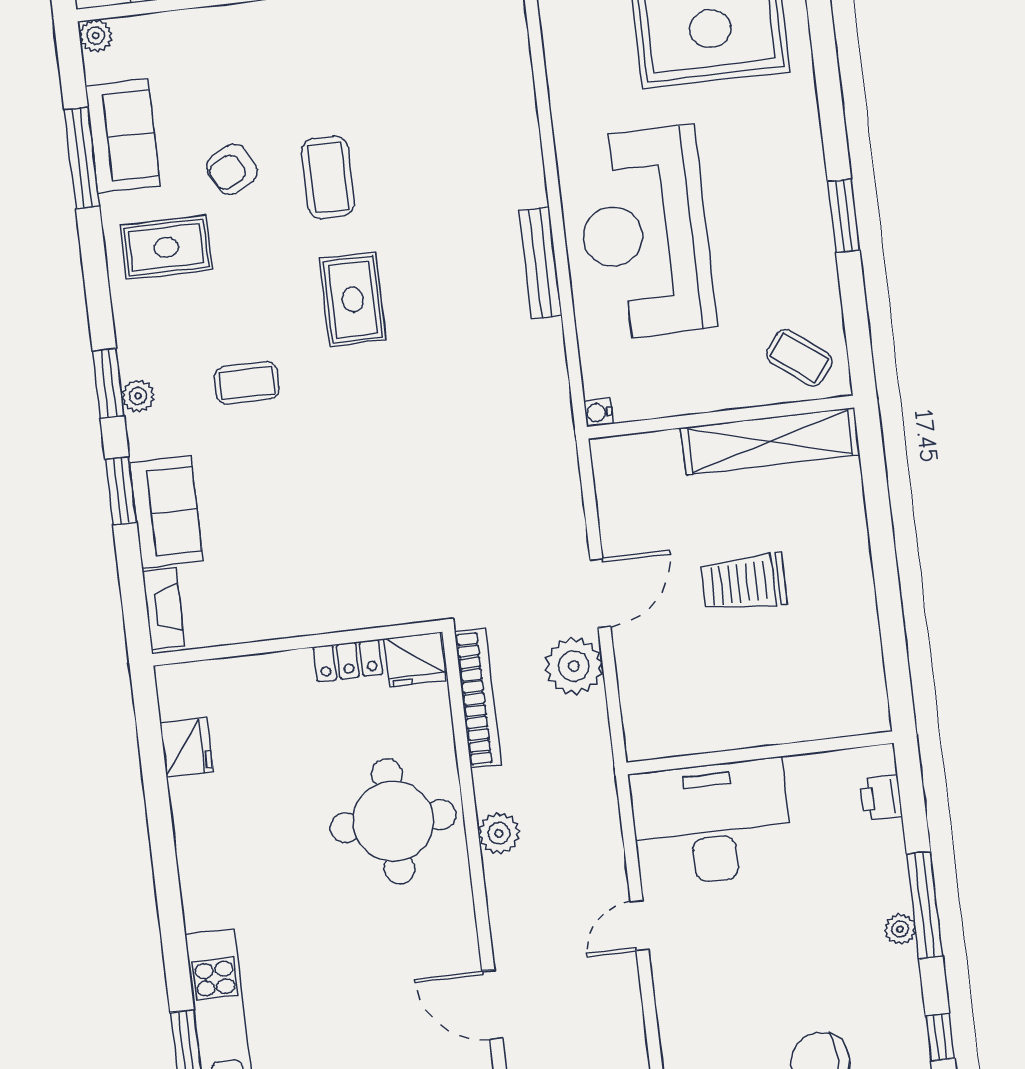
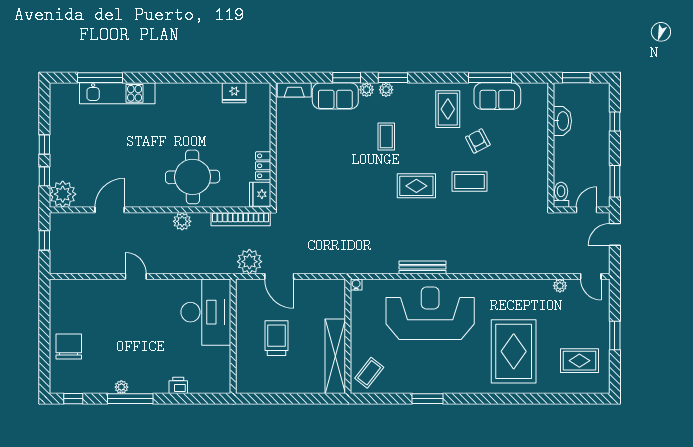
plant: (96, 36) -> (367, 90), moved
wall: (760, 753) -> (233, 336), moved
desk: (711, 823) -> (206, 312), moved

